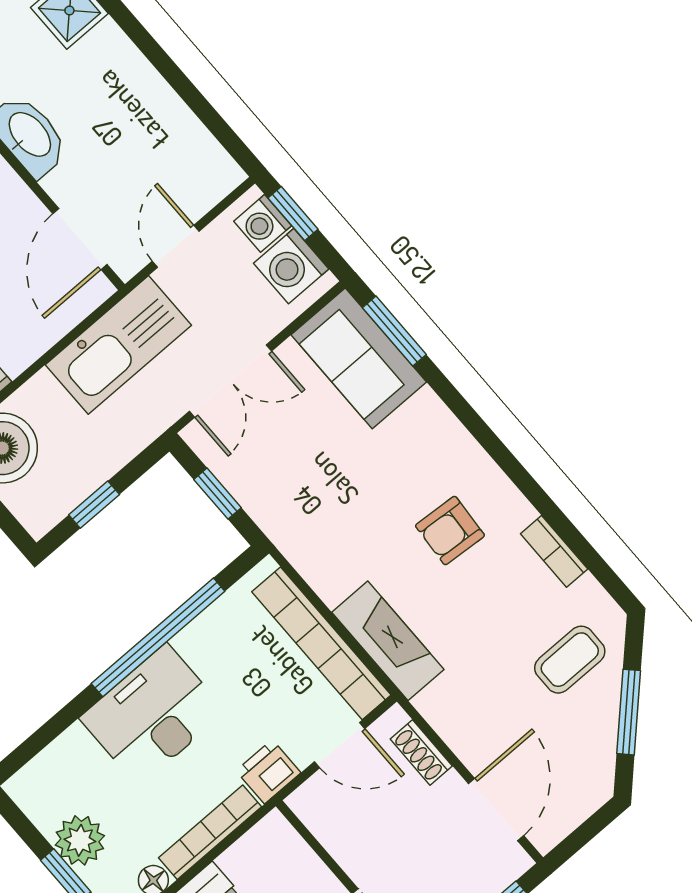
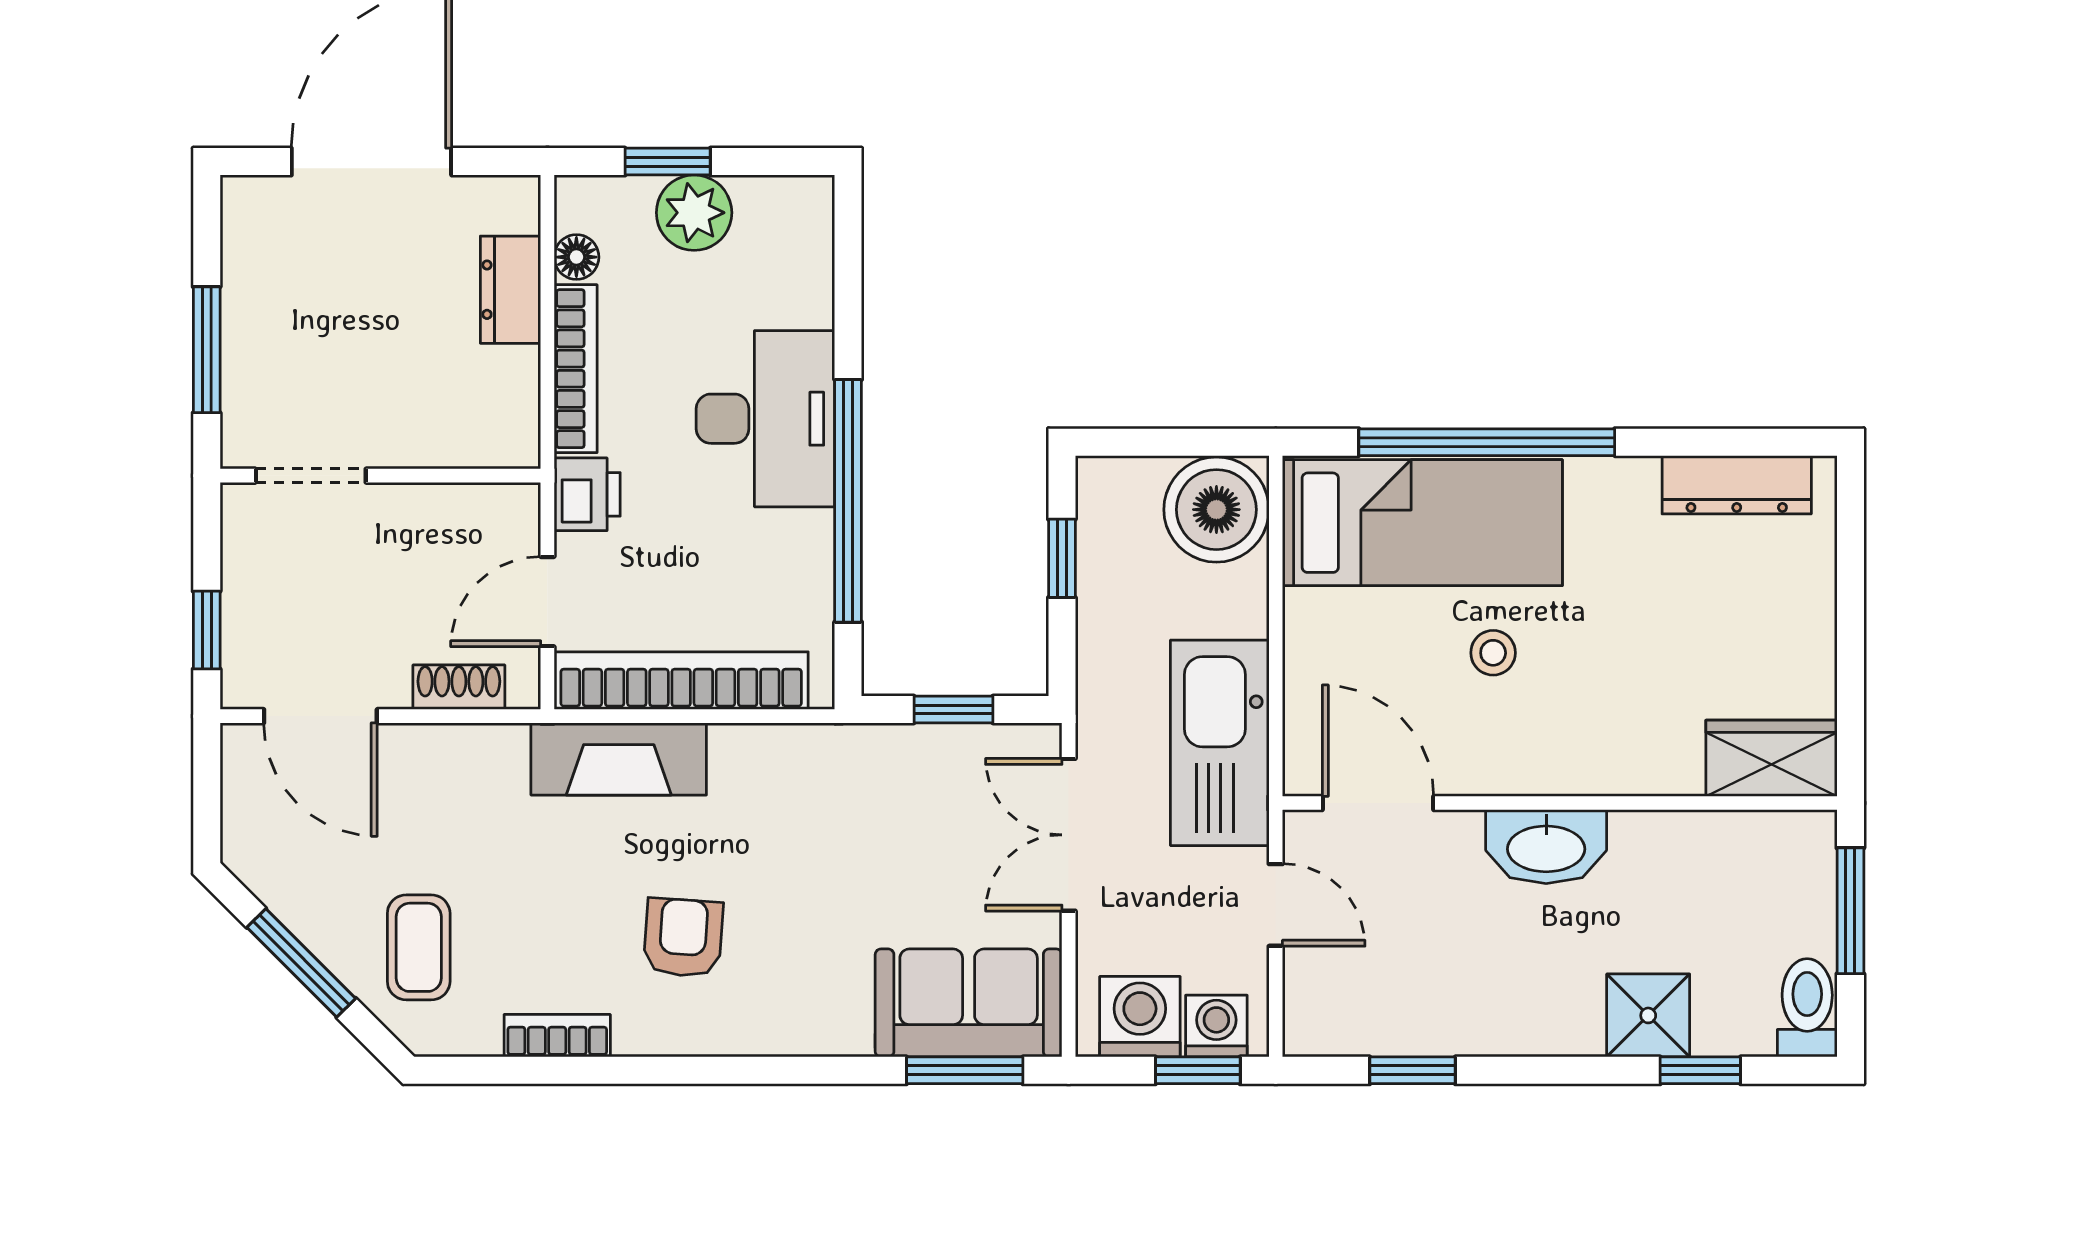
window: (200, 105) -> (1413, 1070), added

